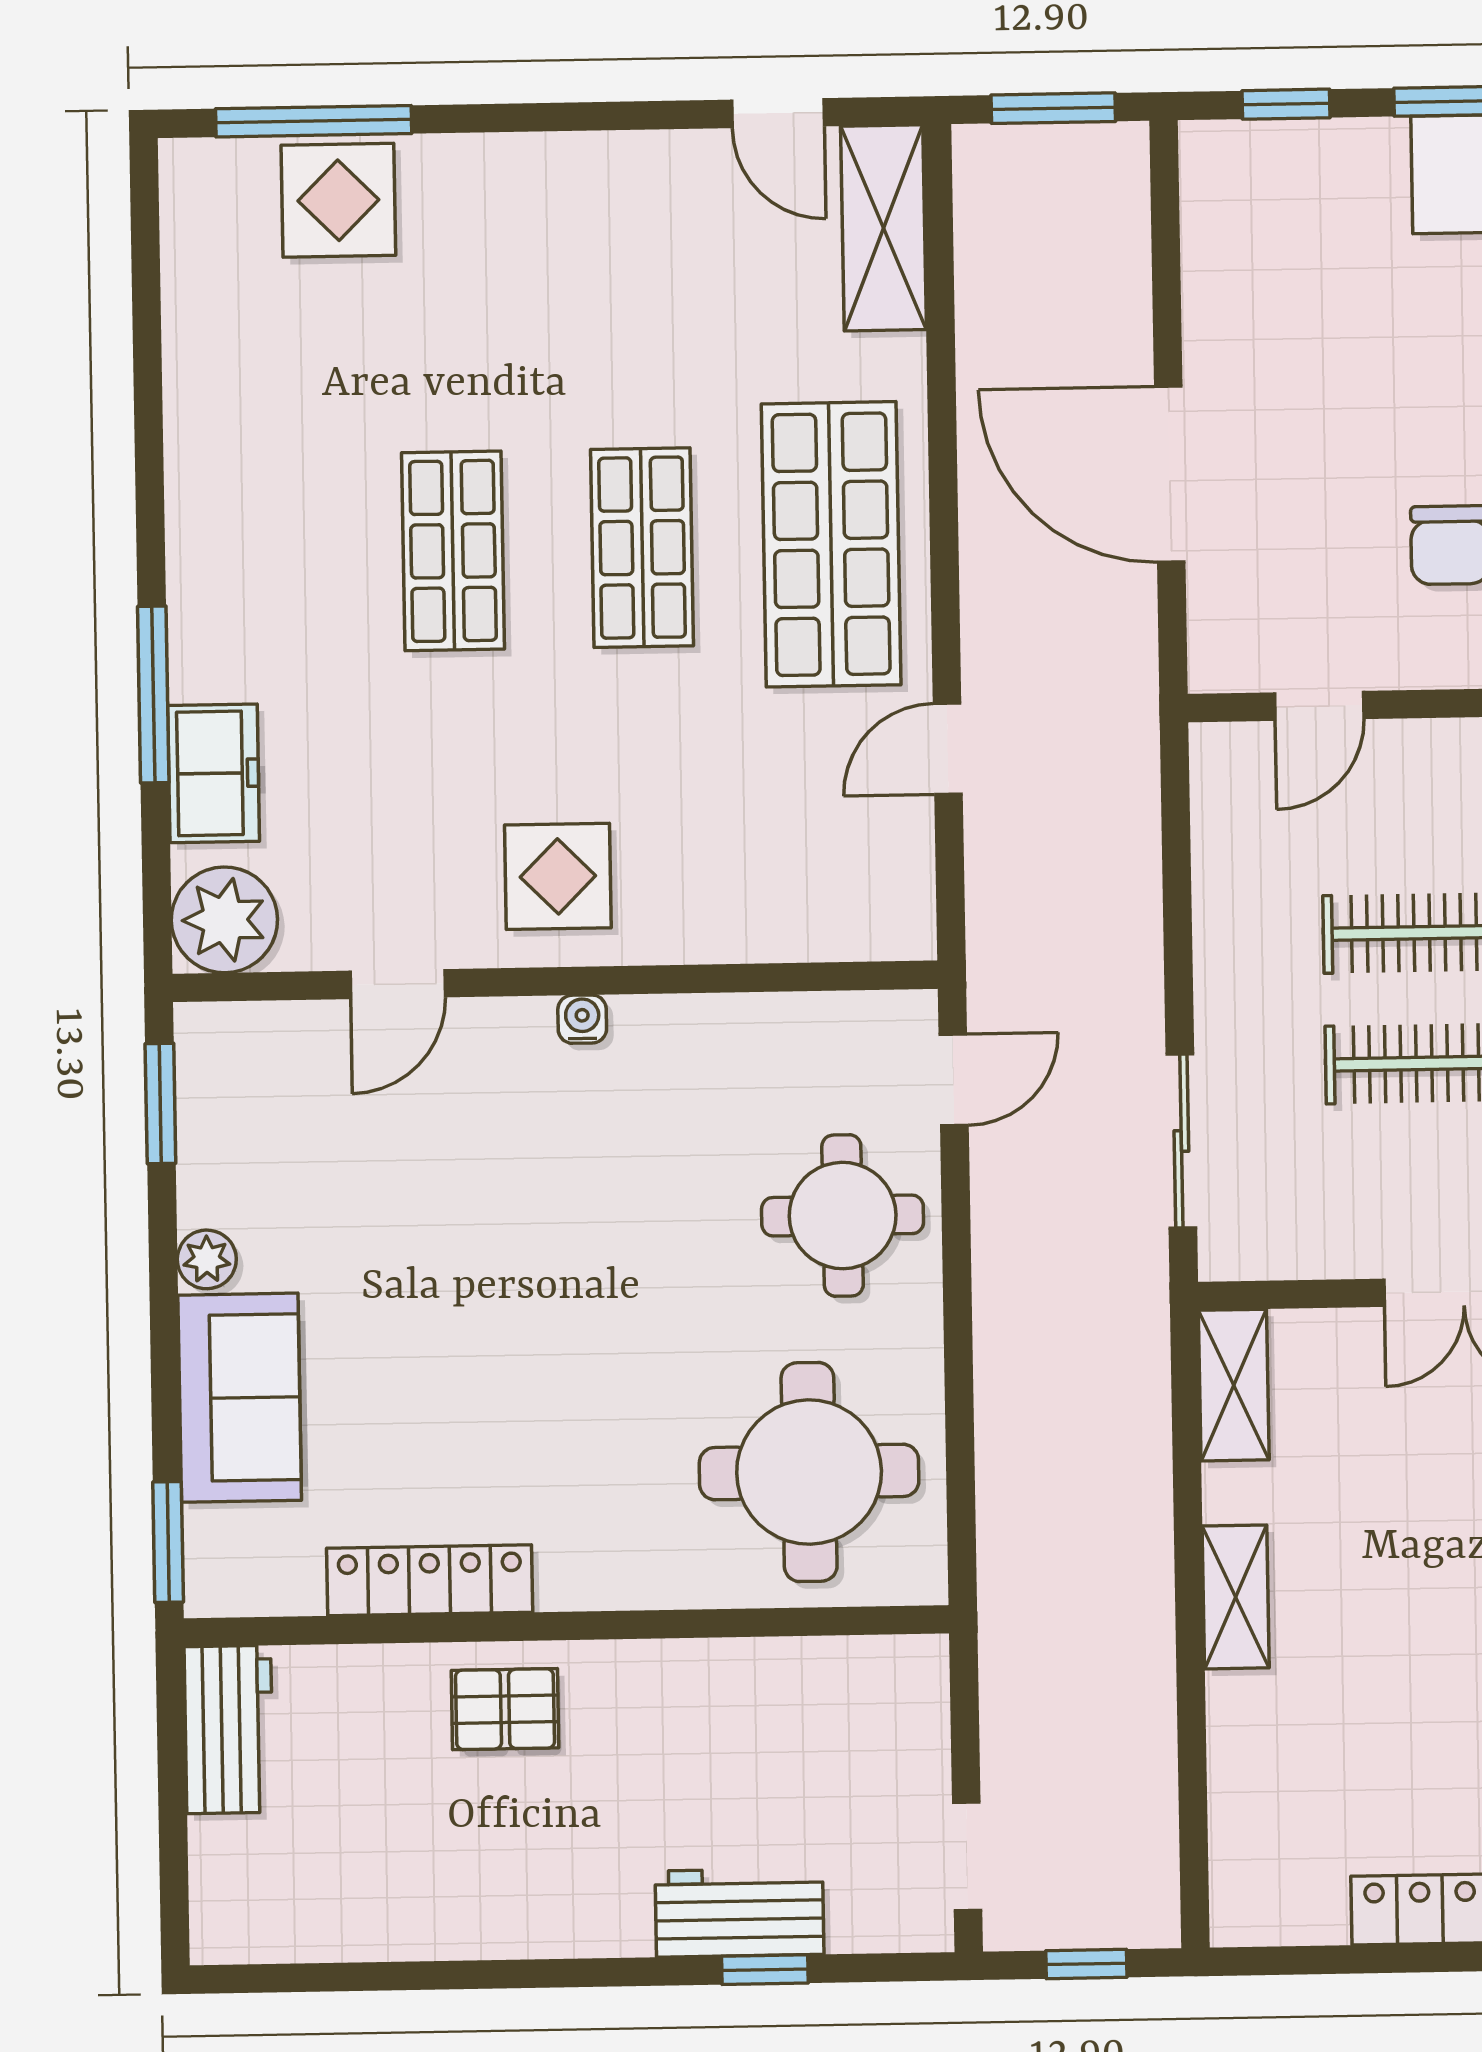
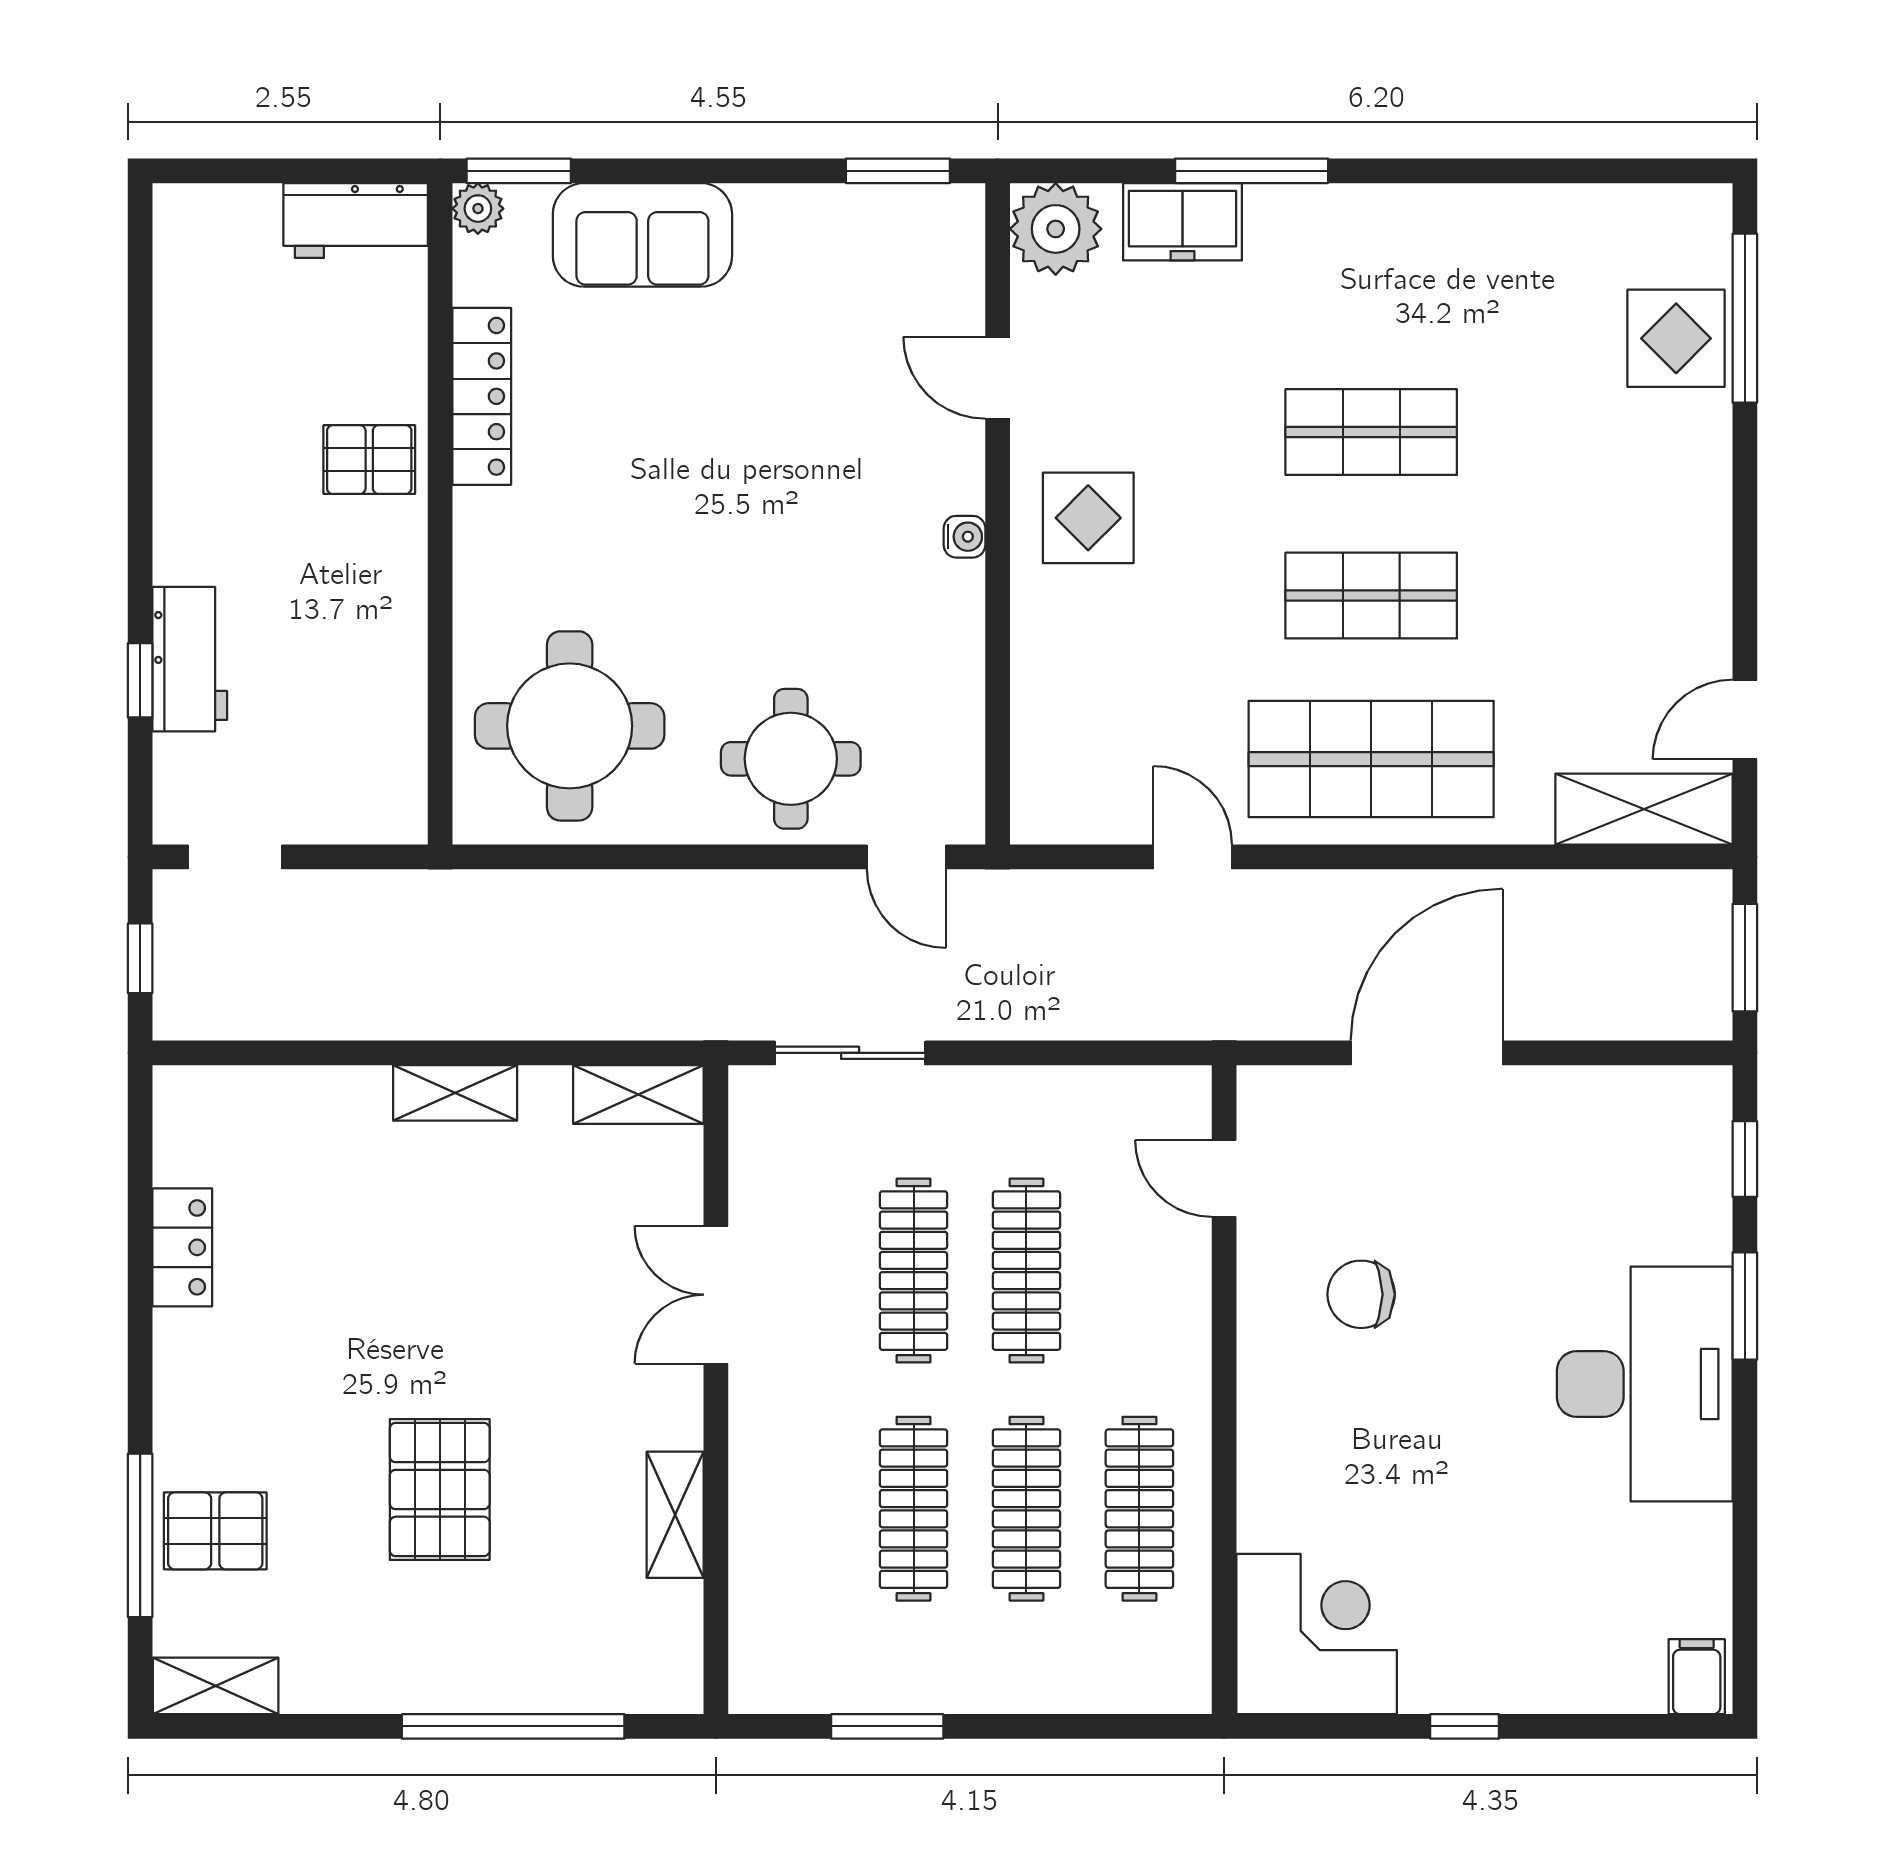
plant: (207, 1259) -> (478, 209), moved
pallet: (505, 1709) -> (369, 460), turned 90

